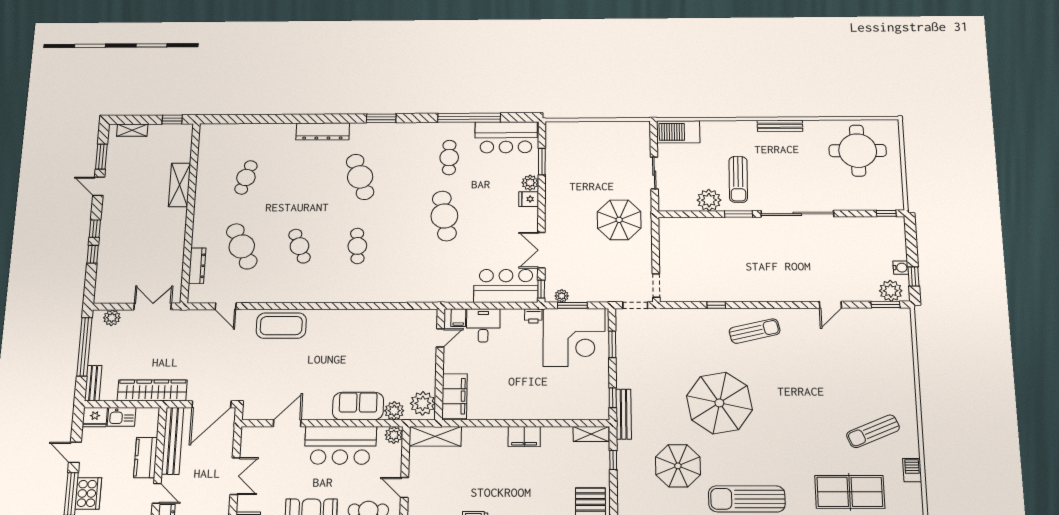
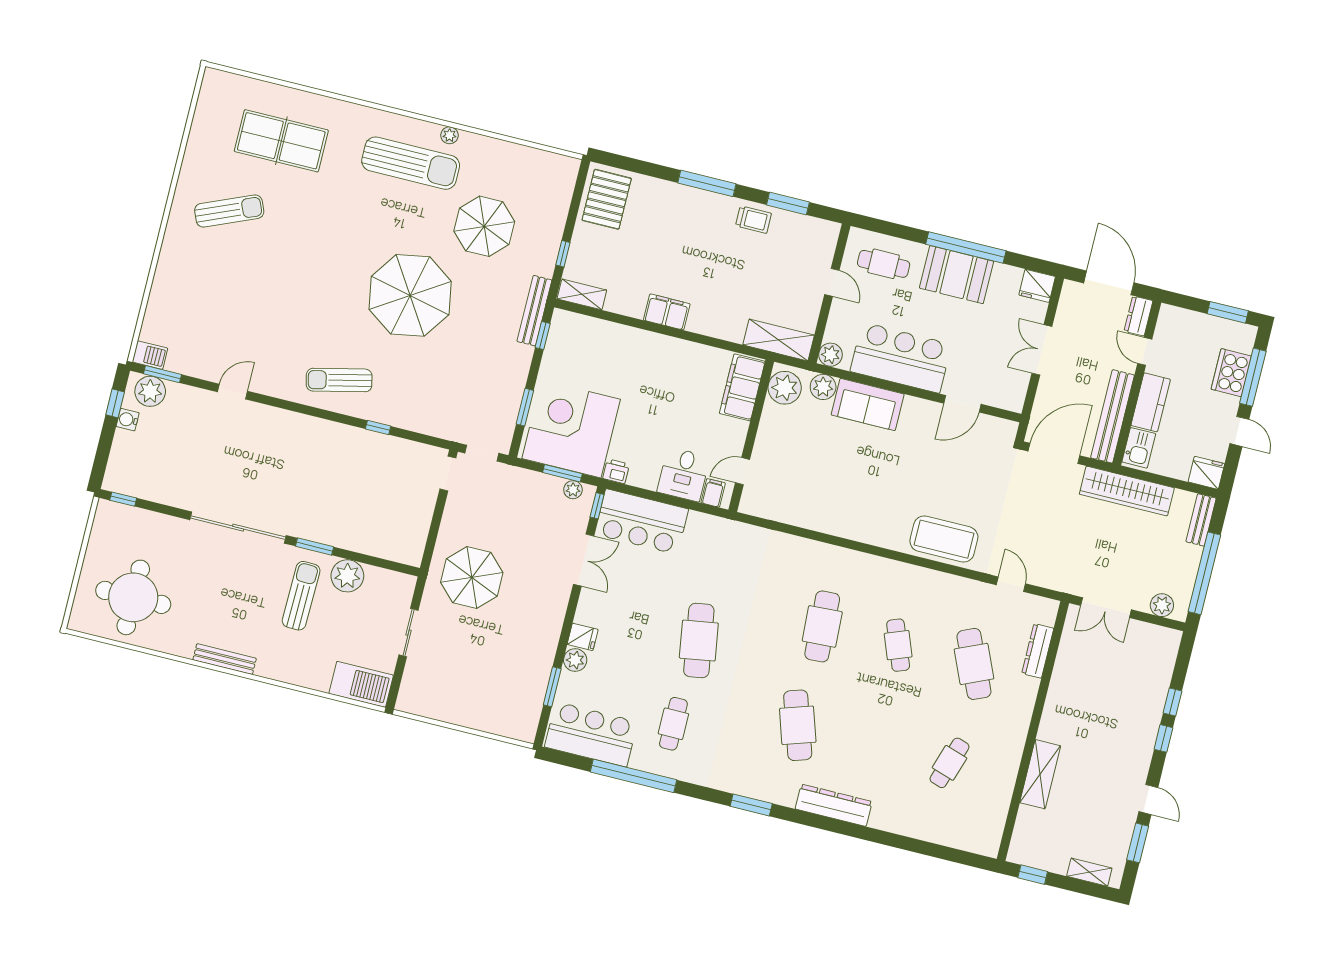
cafe table: (357, 246) -> (822, 626), width x1.37, depth x1.35
kitchen sink: (122, 417) -> (1139, 448), moved, turned 90
barbecue: (912, 470) -> (150, 355), moved, turned -90

